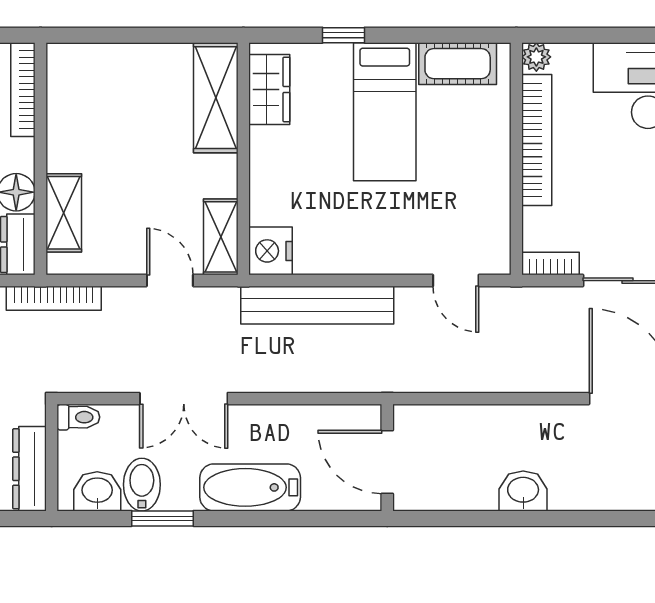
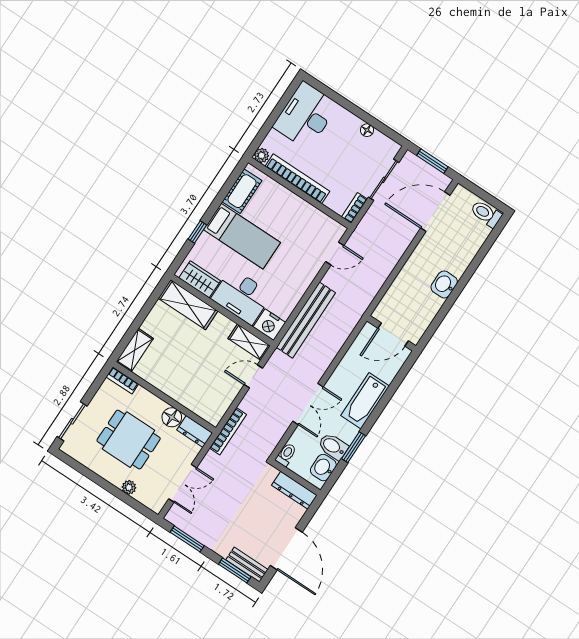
bookcase: (23, 90) -> (122, 380), width x0.64
desk: (287, 176) -> (242, 296), added
shelving: (64, 213) -> (135, 350), moved, turned 90

